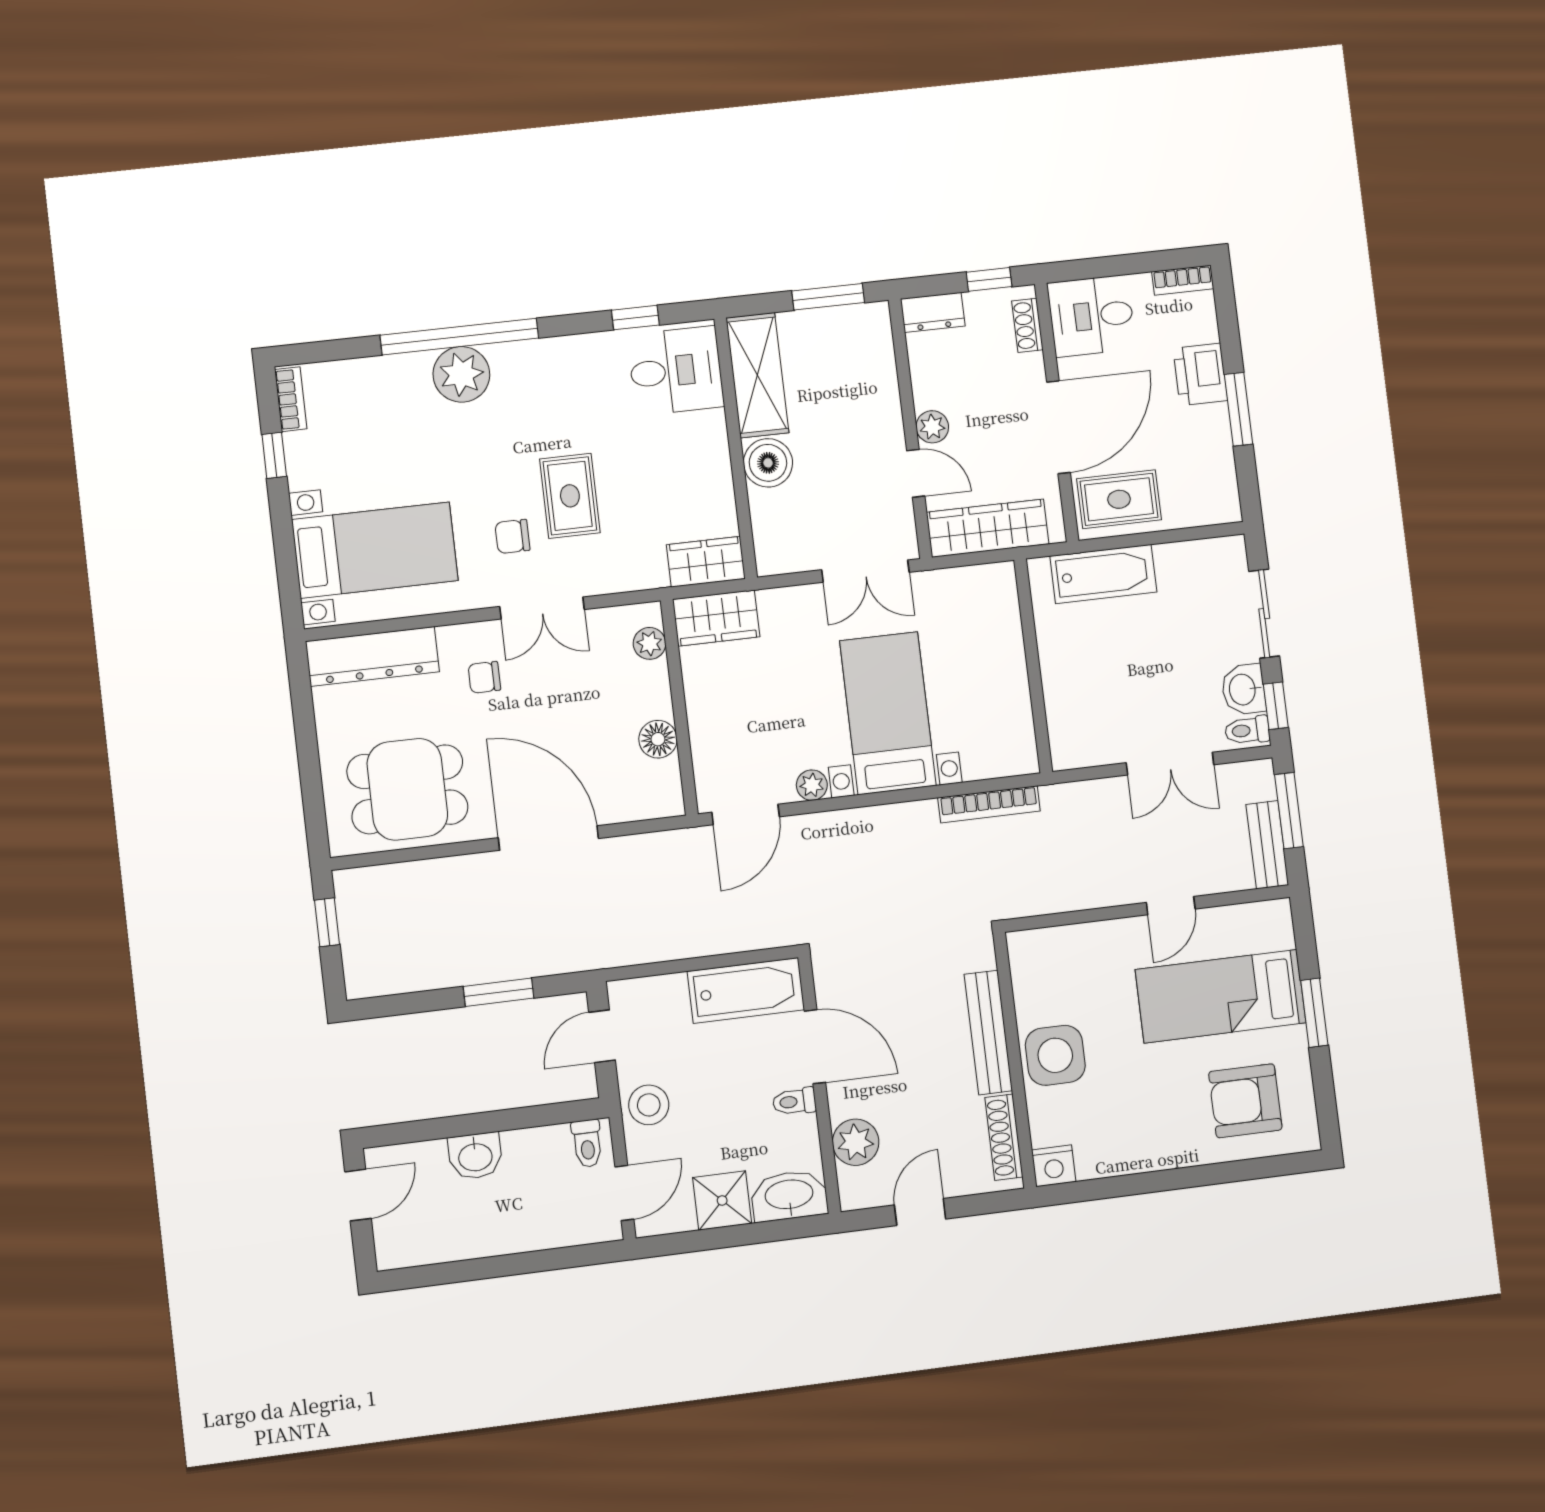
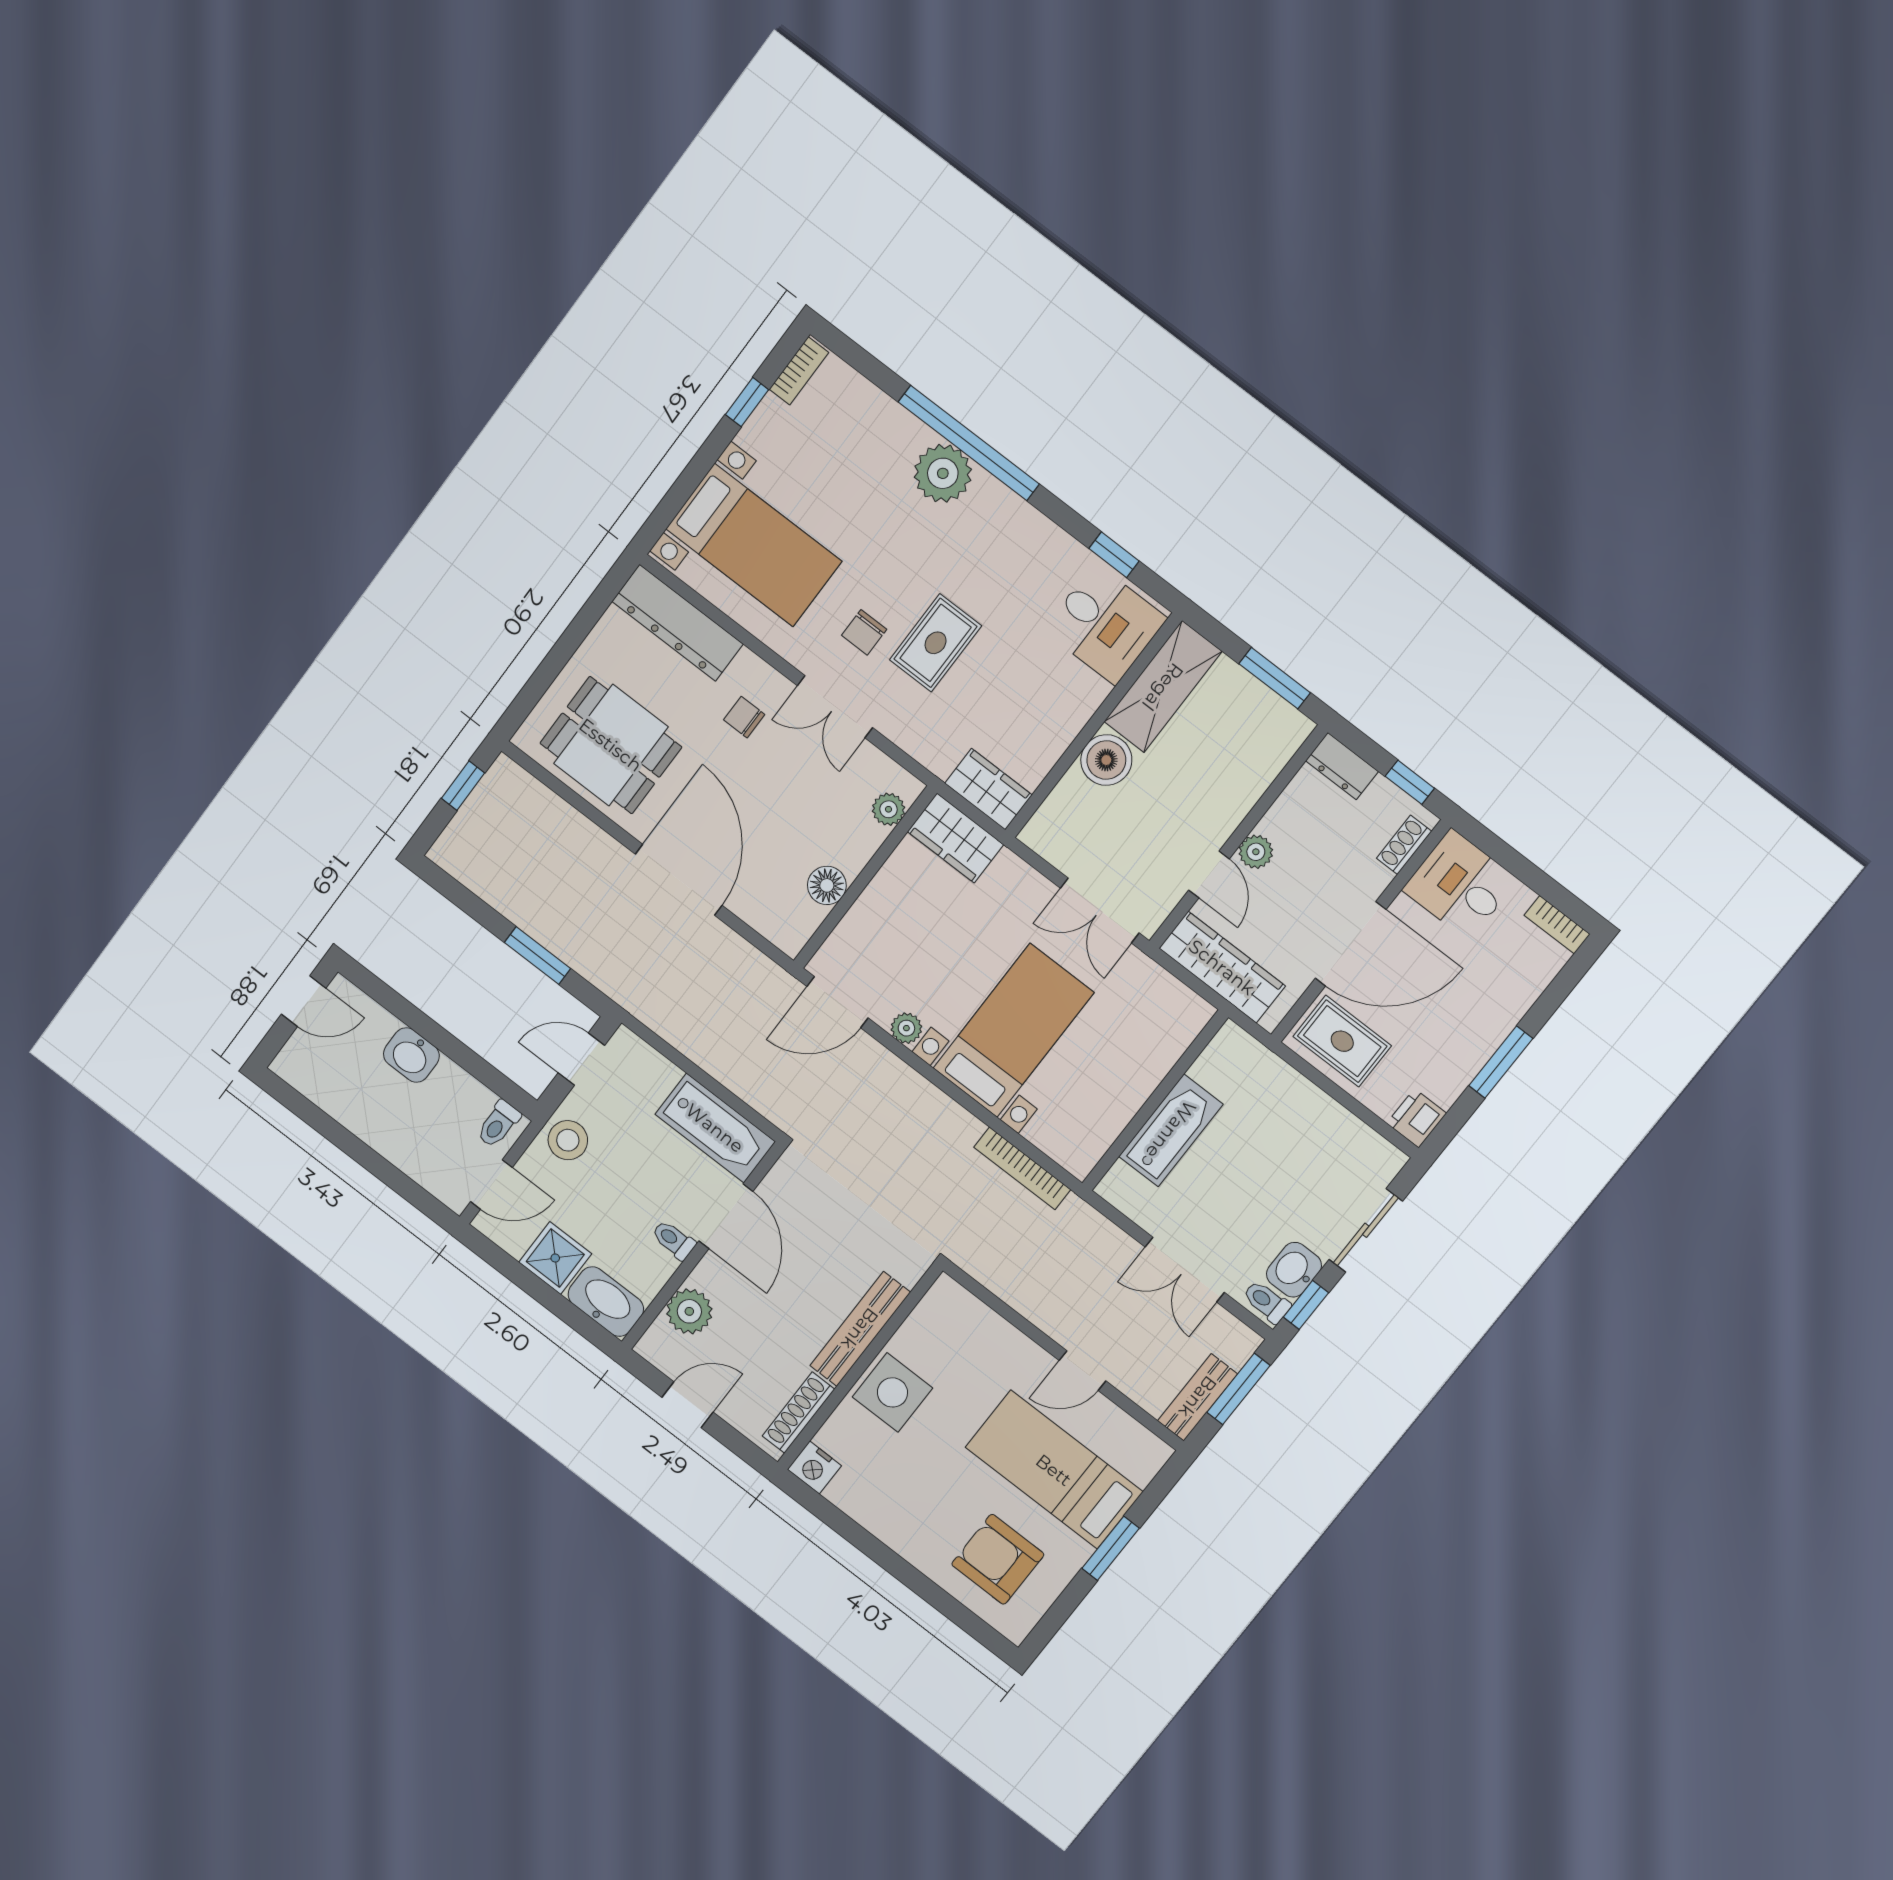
printer: (1200, 374) -> (1417, 1118), moved, width x0.73, depth x0.81
chair: (512, 536) -> (864, 632), turned -90
bathtub: (1103, 574) -> (1171, 1130), moved, turned -90

